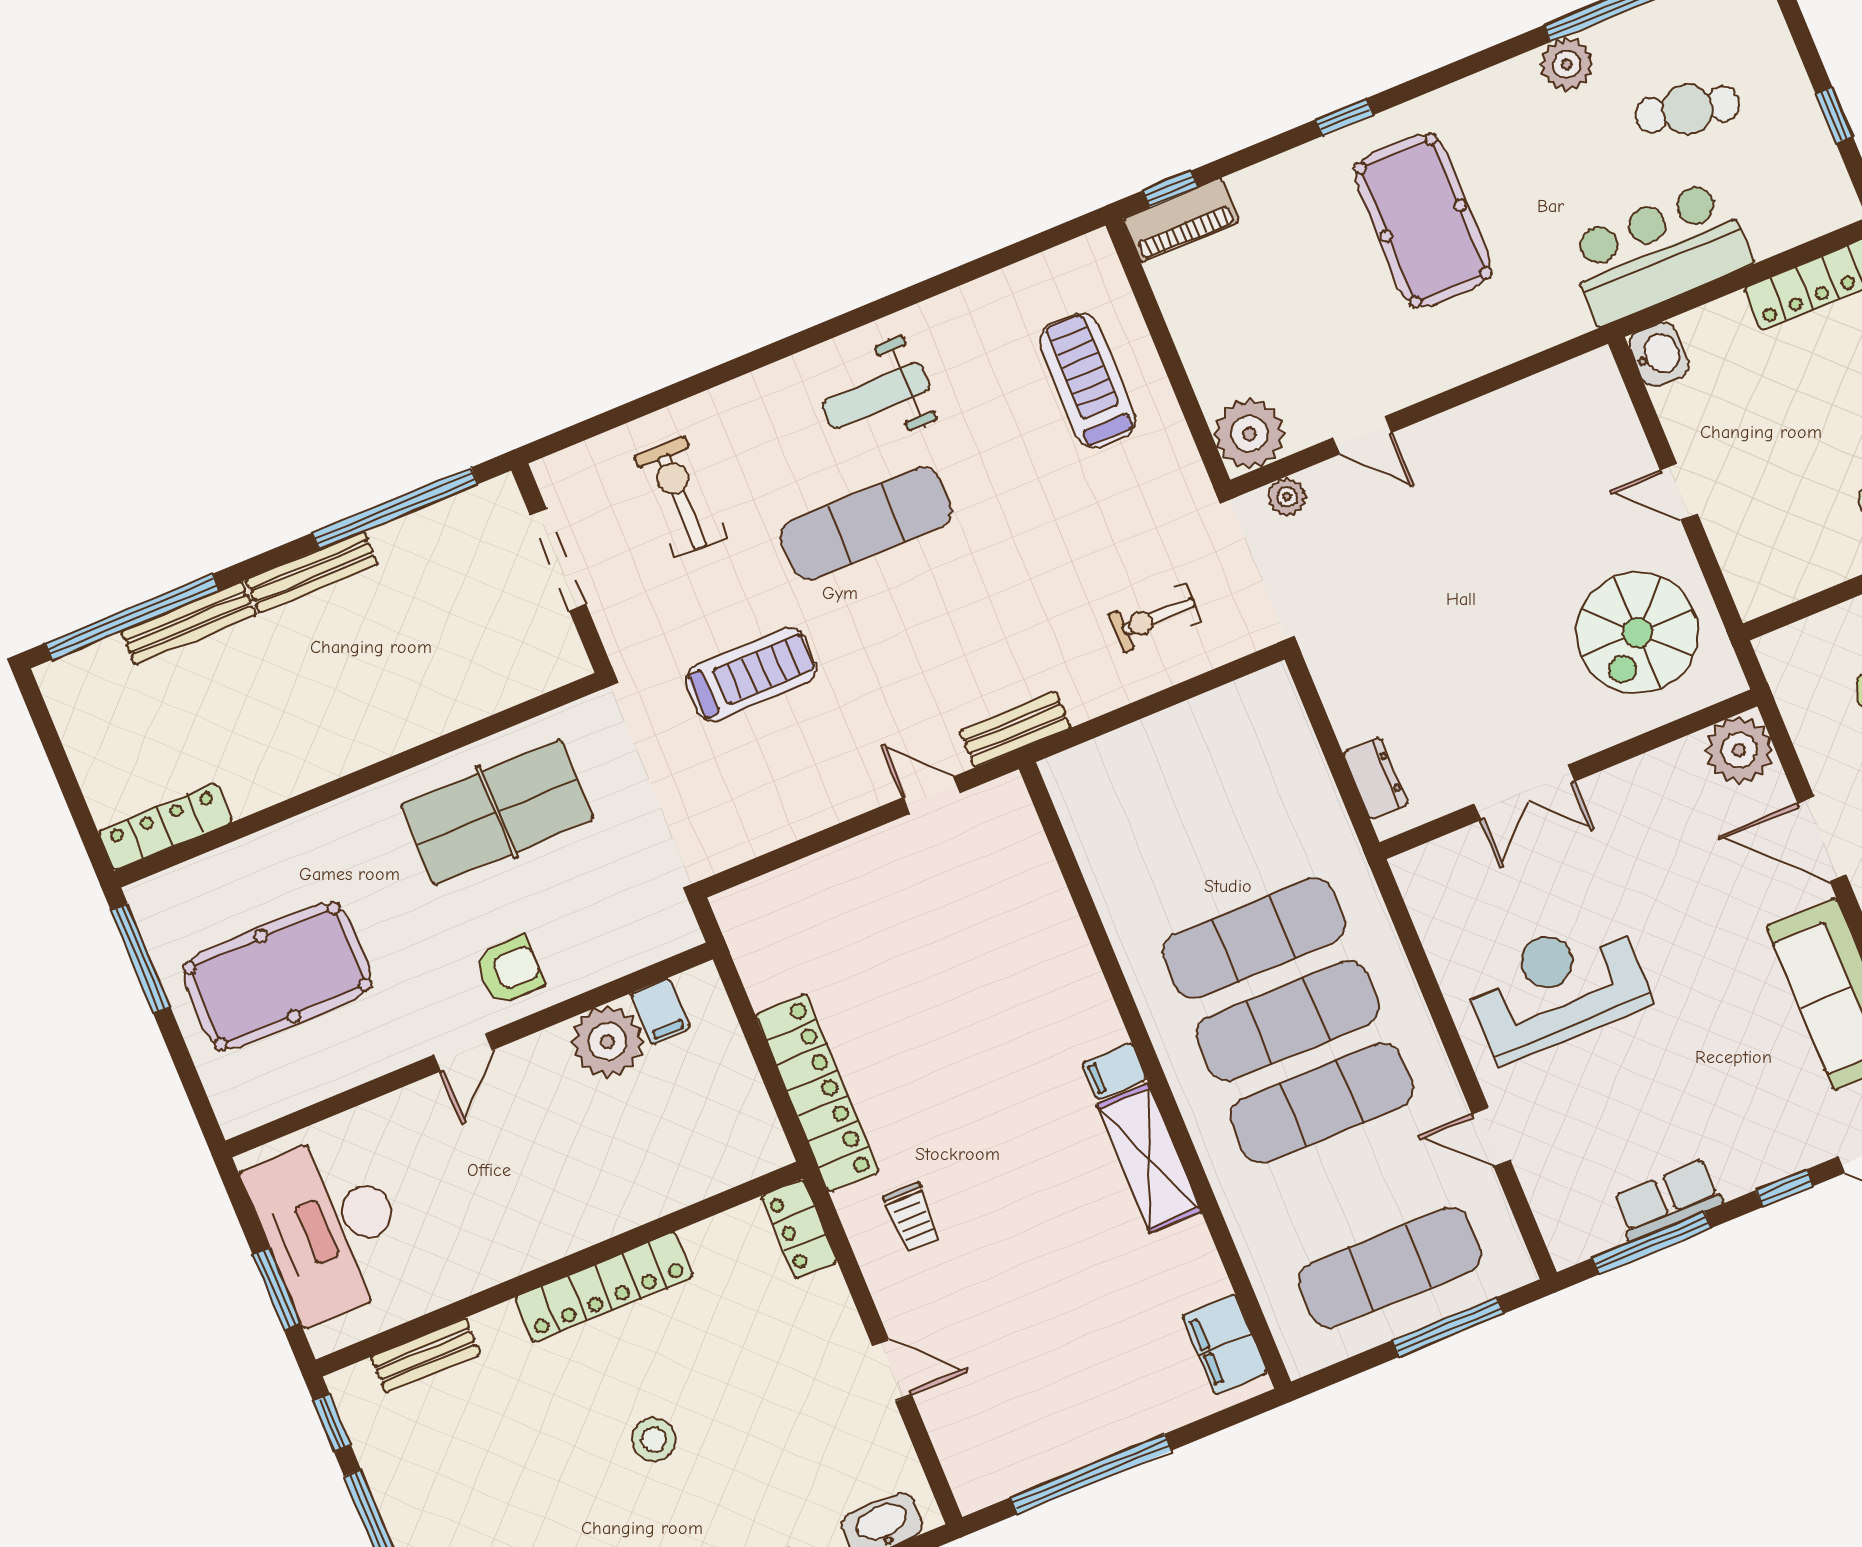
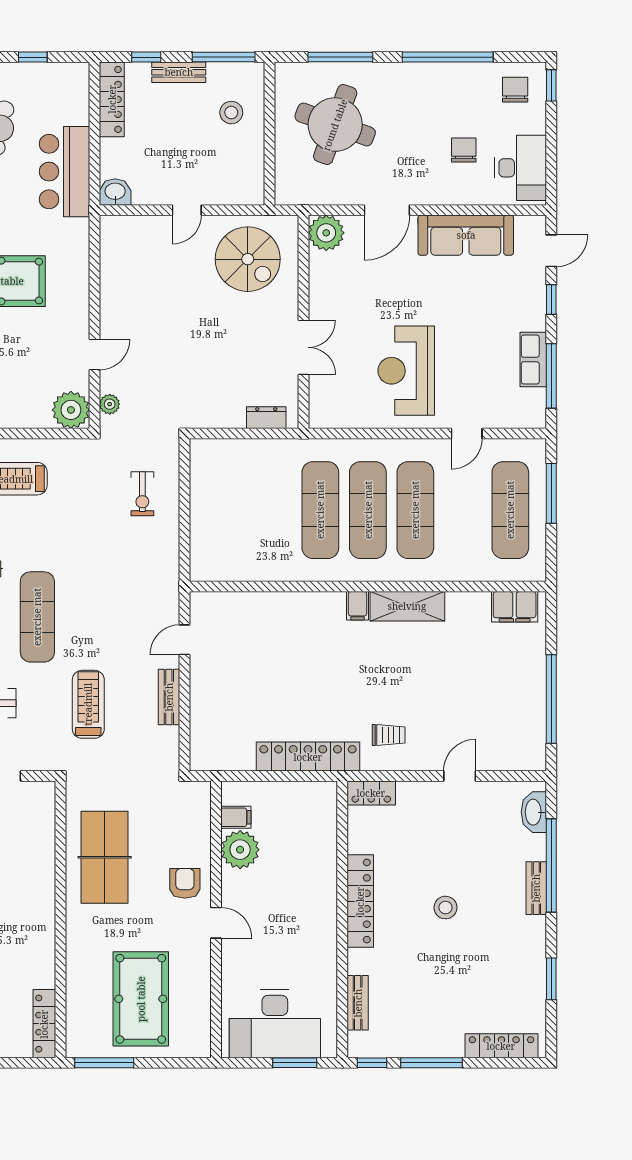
bench: (1015, 729) -> (169, 697), moved

